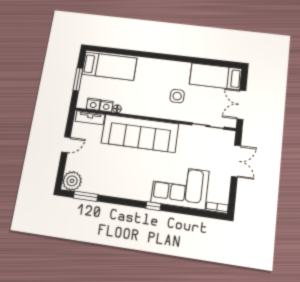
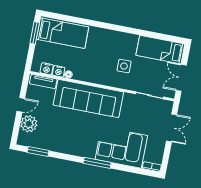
window: (78, 79) -> (35, 33), moved
plant: (72, 181) -> (29, 124), moved
window: (153, 206) -> (97, 163), width x2.17

